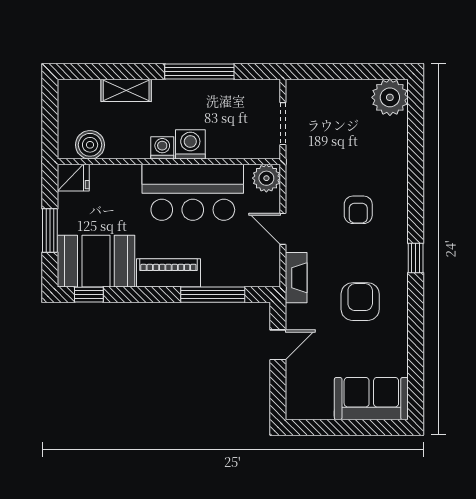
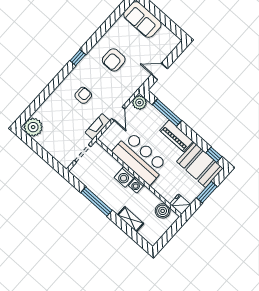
plant: (266, 178) -> (139, 103), moved
fireplace: (296, 278) -> (98, 127), moved

